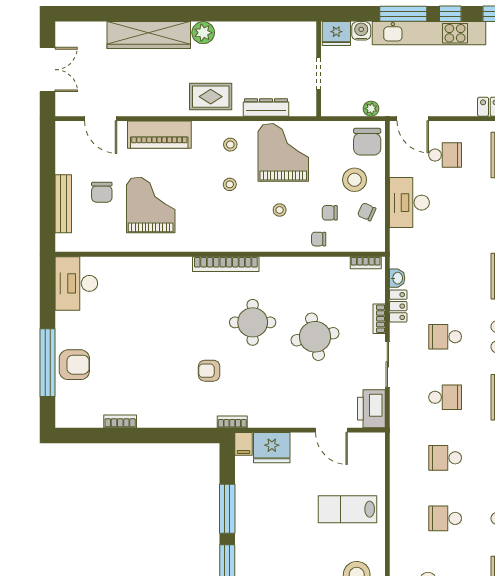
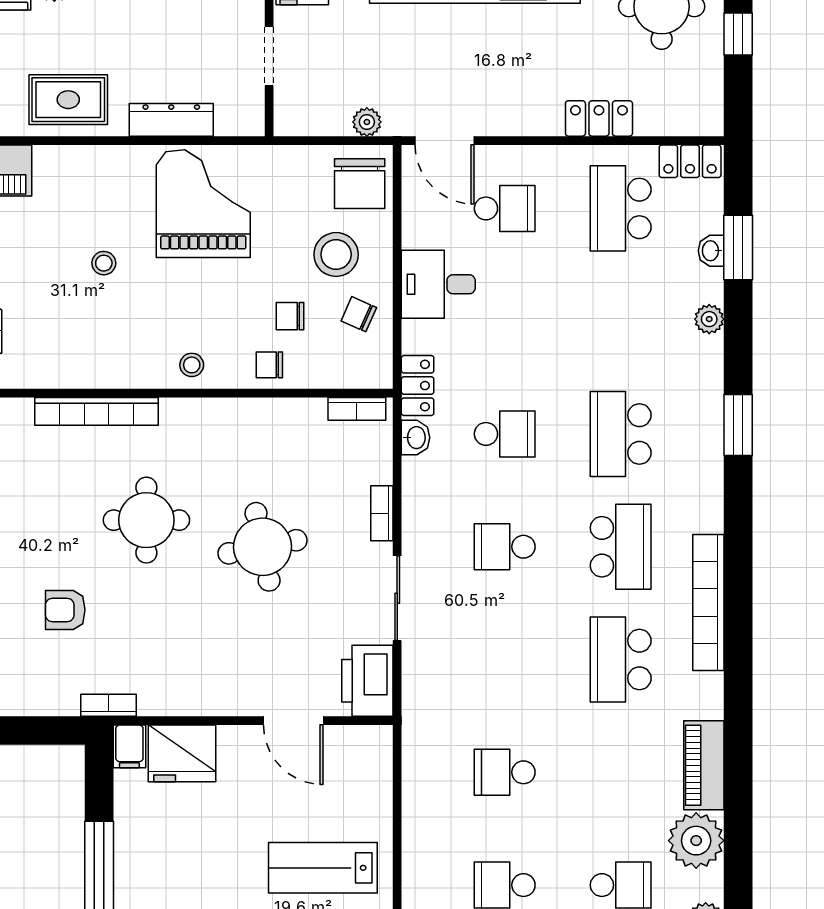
stool: (230, 145) -> (105, 189), removed
desk: (409, 203) -> (438, 284), width x0.73
stool: (280, 210) -> (192, 365), moved
locker: (398, 306) -> (418, 386), moved
school desk: (445, 397) -> (505, 434), moved

